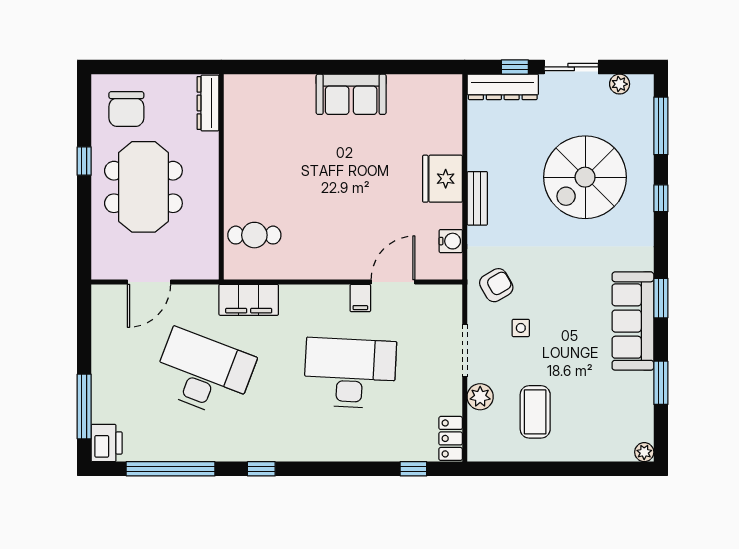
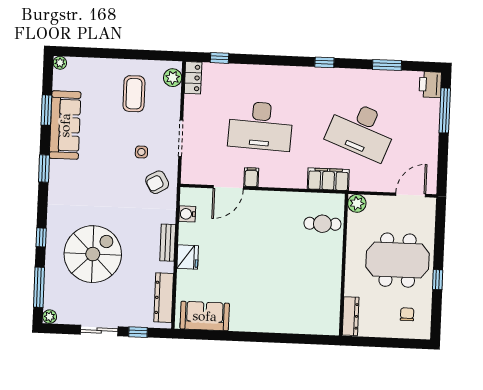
plant: (620, 84) -> (50, 317), moved
dresser: (503, 87) -> (164, 298), moved, turned -90
sofa: (351, 94) -> (205, 316), moved
chair: (126, 109) -> (407, 314), width x0.54, depth x0.54
fridge: (442, 179) -> (188, 257), width x0.73, depth x0.75
meeting table: (143, 187) -> (398, 260), turned 90
plant: (206, 267) -> (357, 203), added
door: (149, 282) -> (411, 195), moved
sofa: (633, 321) -> (65, 125), moved
plant: (480, 397) -> (173, 78), moved
window: (171, 469) -> (387, 65), width x0.47

